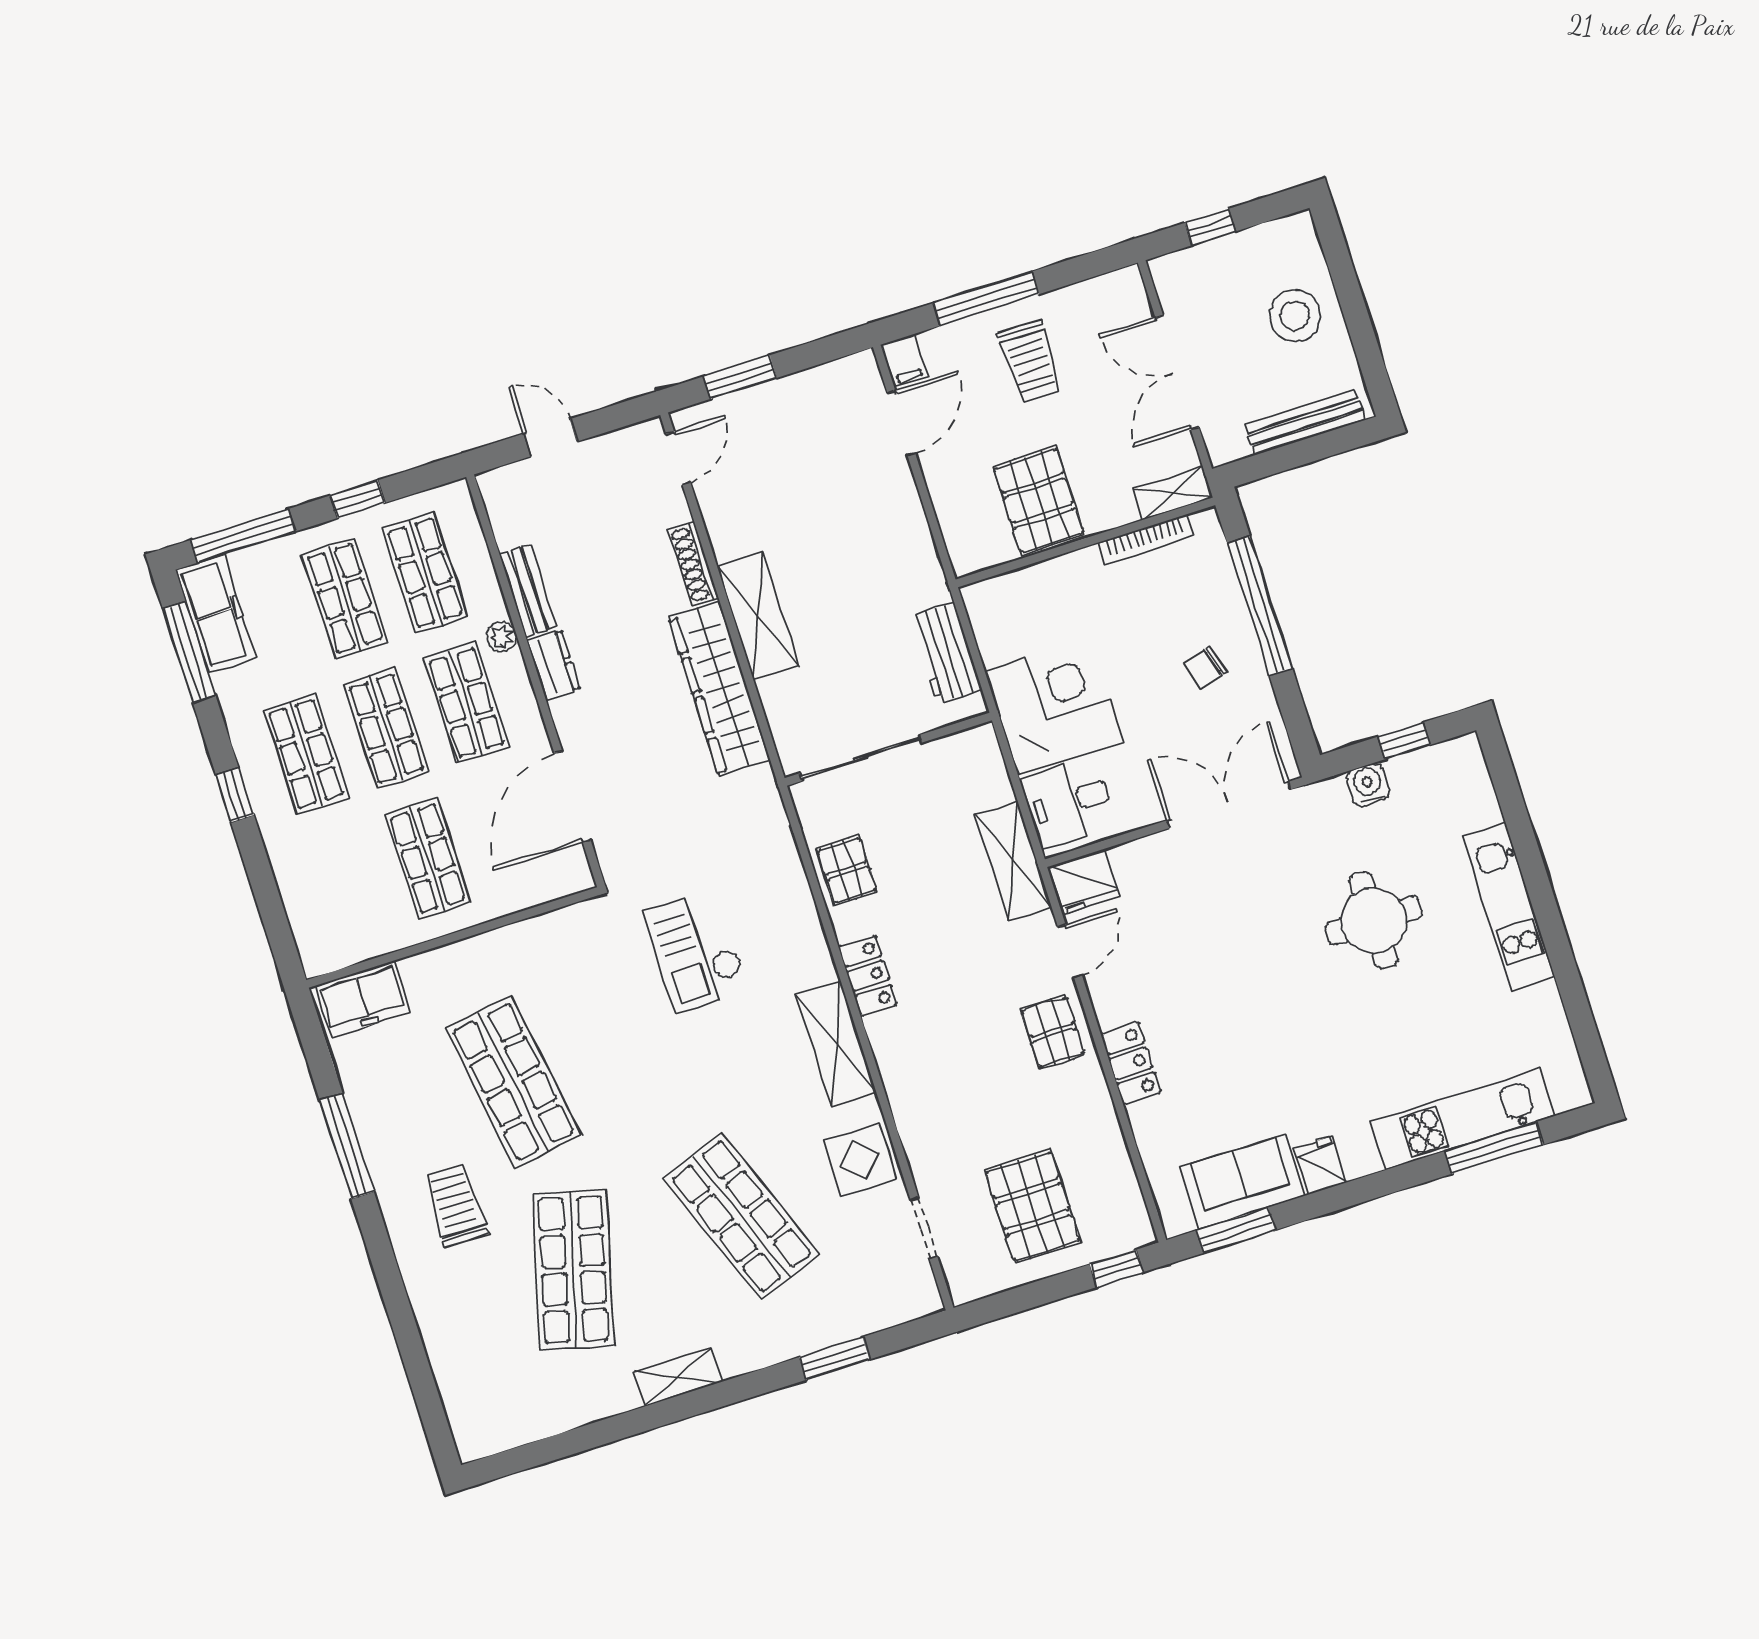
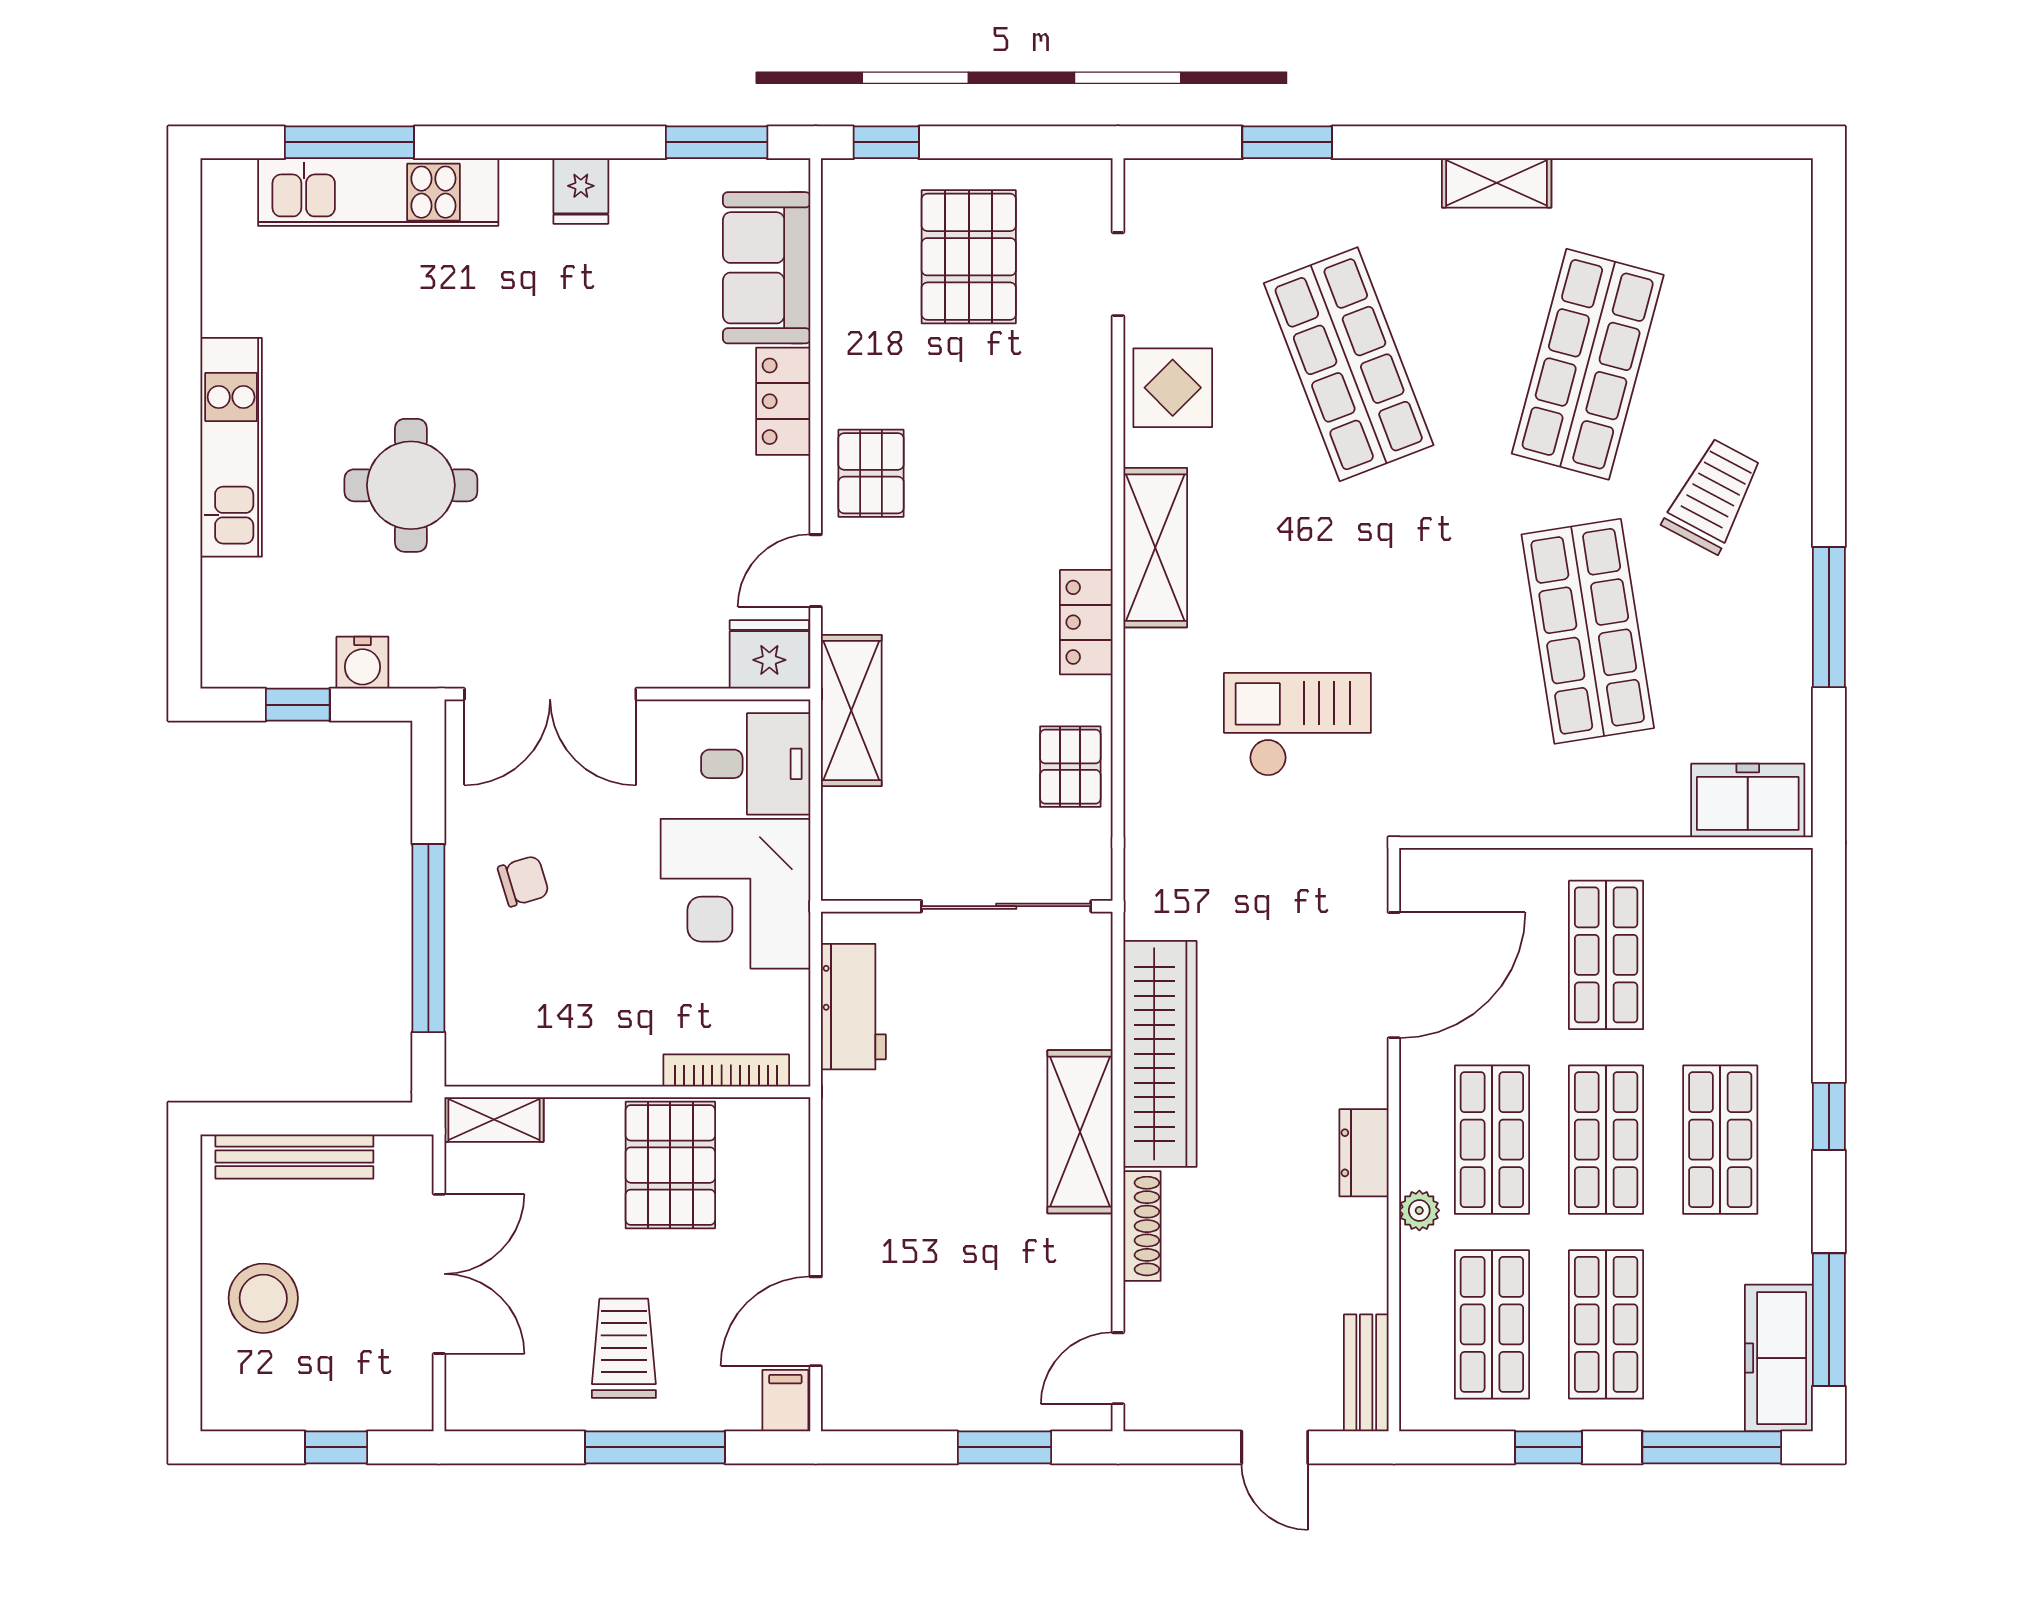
bookcase: (1146, 540) -> (726, 1071), moved
bench: (528, 591) -> (1366, 1373), moved
checkout: (697, 951) -> (1297, 725), turned -90
sofa: (1242, 1182) -> (767, 268), moved, turned 90
trolley: (456, 1205) -> (1713, 496), turned -153

